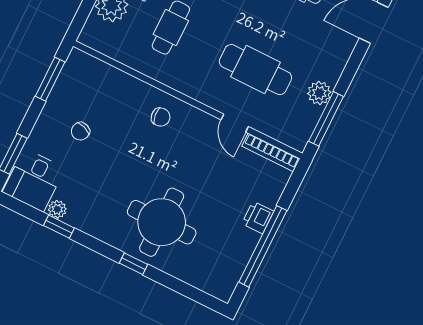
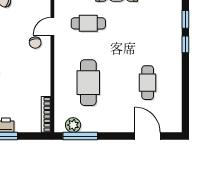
plant: (319, 93) -> (73, 125), moved
door: (235, 123) -> (52, 26), moved

